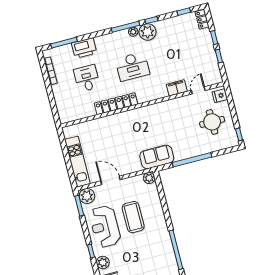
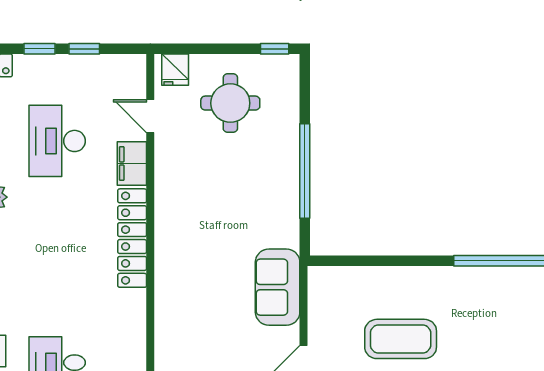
desk: (132, 66) -> (57, 141), moved, turned 180
locker: (116, 104) -> (132, 238), moved
sofa: (157, 157) -> (278, 287), moved
plant: (149, 178) -> (321, 279), removed

